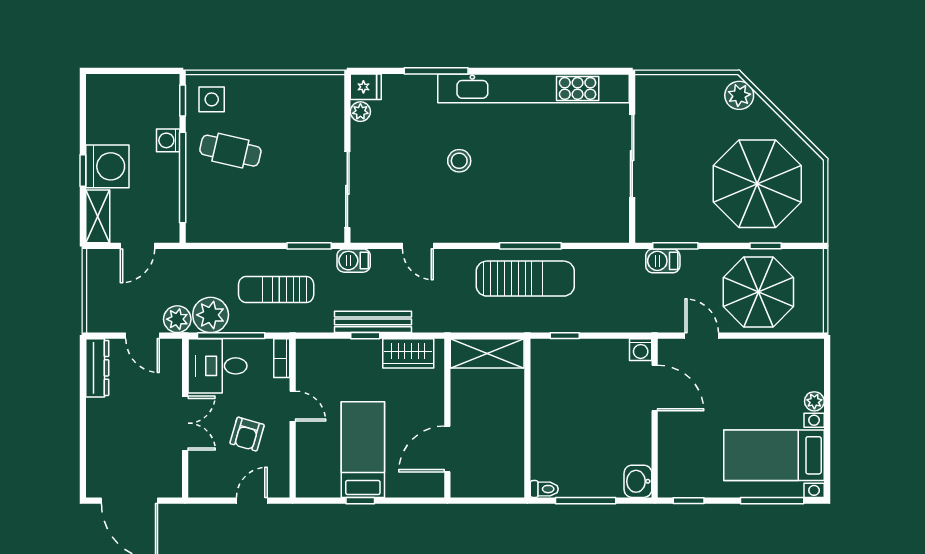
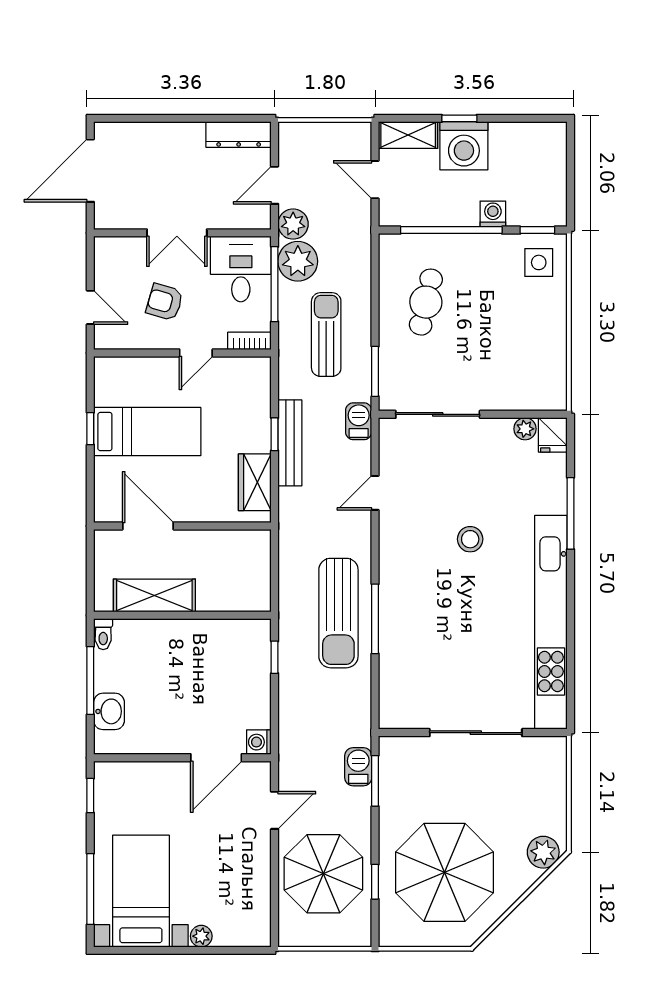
cafe table: (230, 151) -> (426, 302), moved
shelving: (487, 353) -> (154, 596), moved, turned 90
washbasin: (638, 481) -> (109, 711), moved, turned 90

